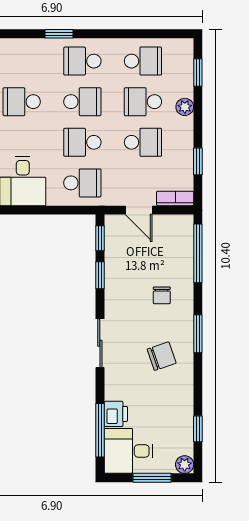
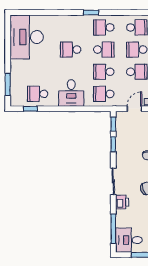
school desk: (82, 183) -> (104, 94), turned 180
door: (139, 210) -> (134, 109), swing flipped
printer: (116, 414) -> (122, 202), moved

